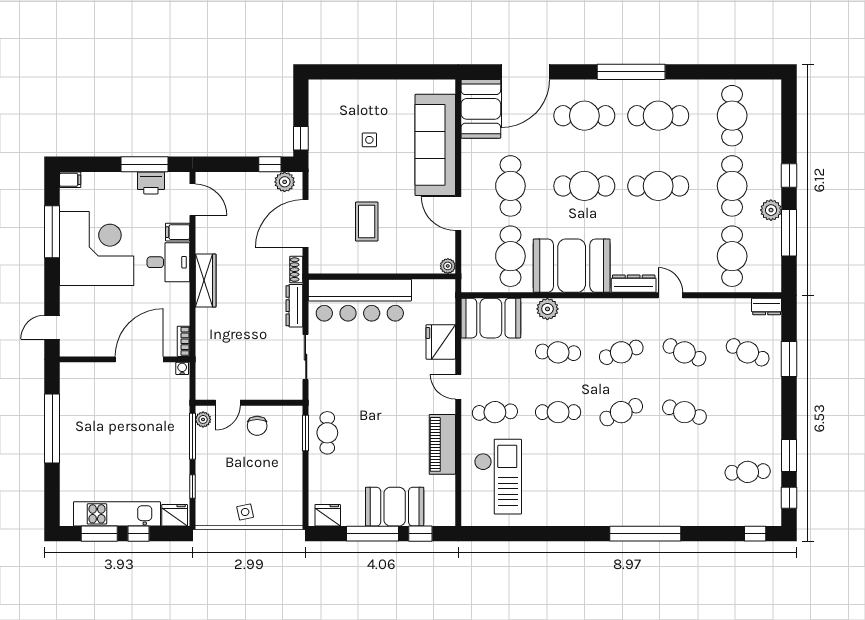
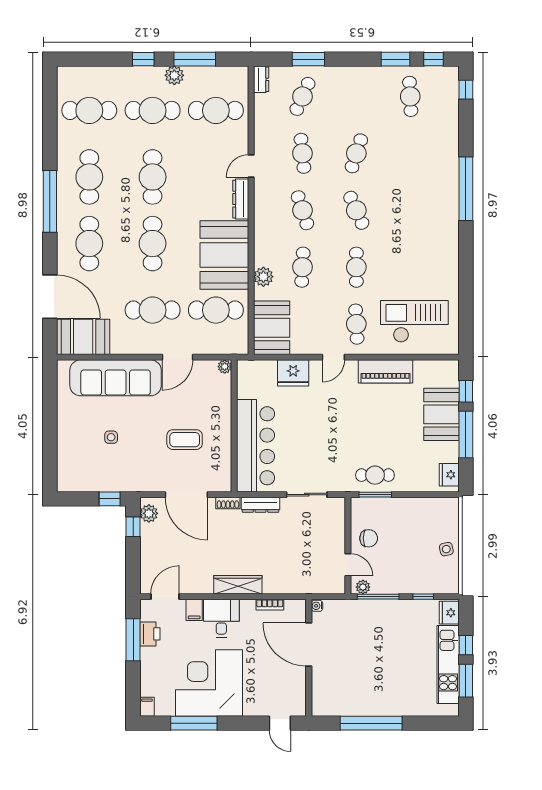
bookcase: (184, 341) -> (270, 605), moved
cafe table: (684, 352) -> (302, 153), turned -30

